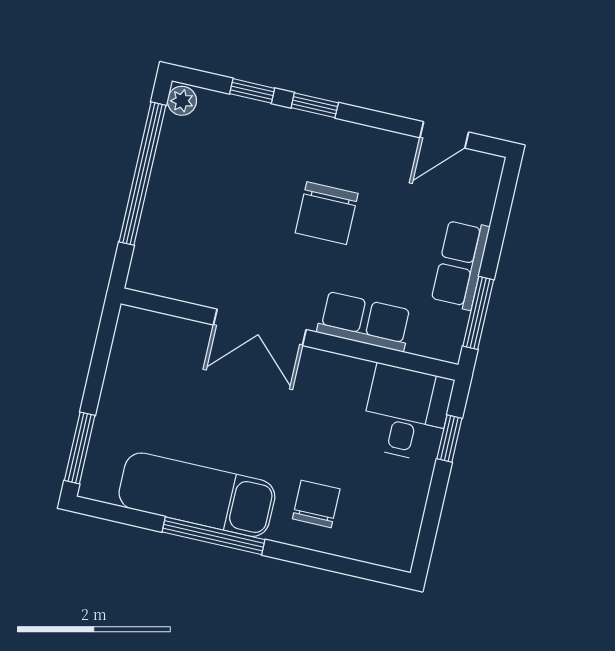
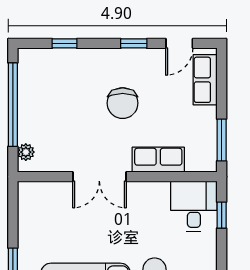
plant: (182, 101) -> (26, 152), moved
window: (315, 105) -> (134, 43), moved
row of seats: (460, 264) -> (205, 80), moved

